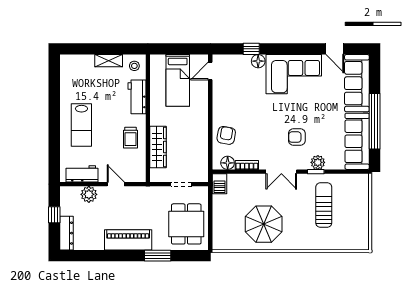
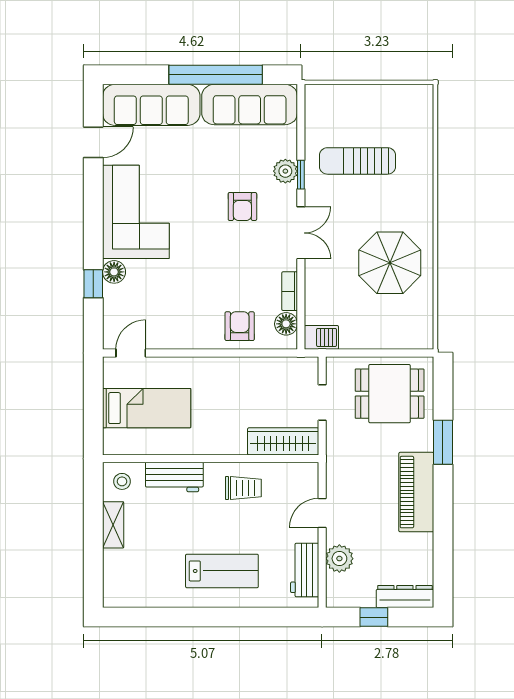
door: (210, 71) -> (131, 353), swing flipped
armchair: (226, 135) -> (240, 326), turned 80
wardrobe: (158, 147) -> (283, 441), moved

